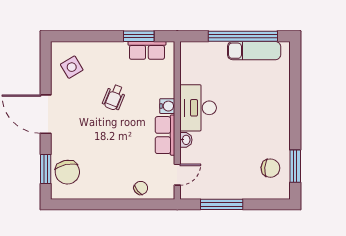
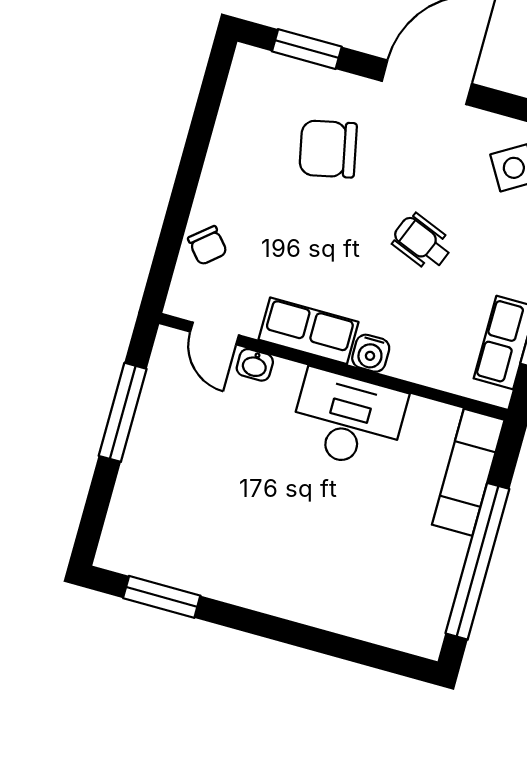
exam couch: (254, 51) -> (468, 472), moved
washbasin: (186, 140) -> (255, 365), moved
chair: (270, 168) -> (172, 541), removed
chair: (67, 172) -> (328, 149), moved

